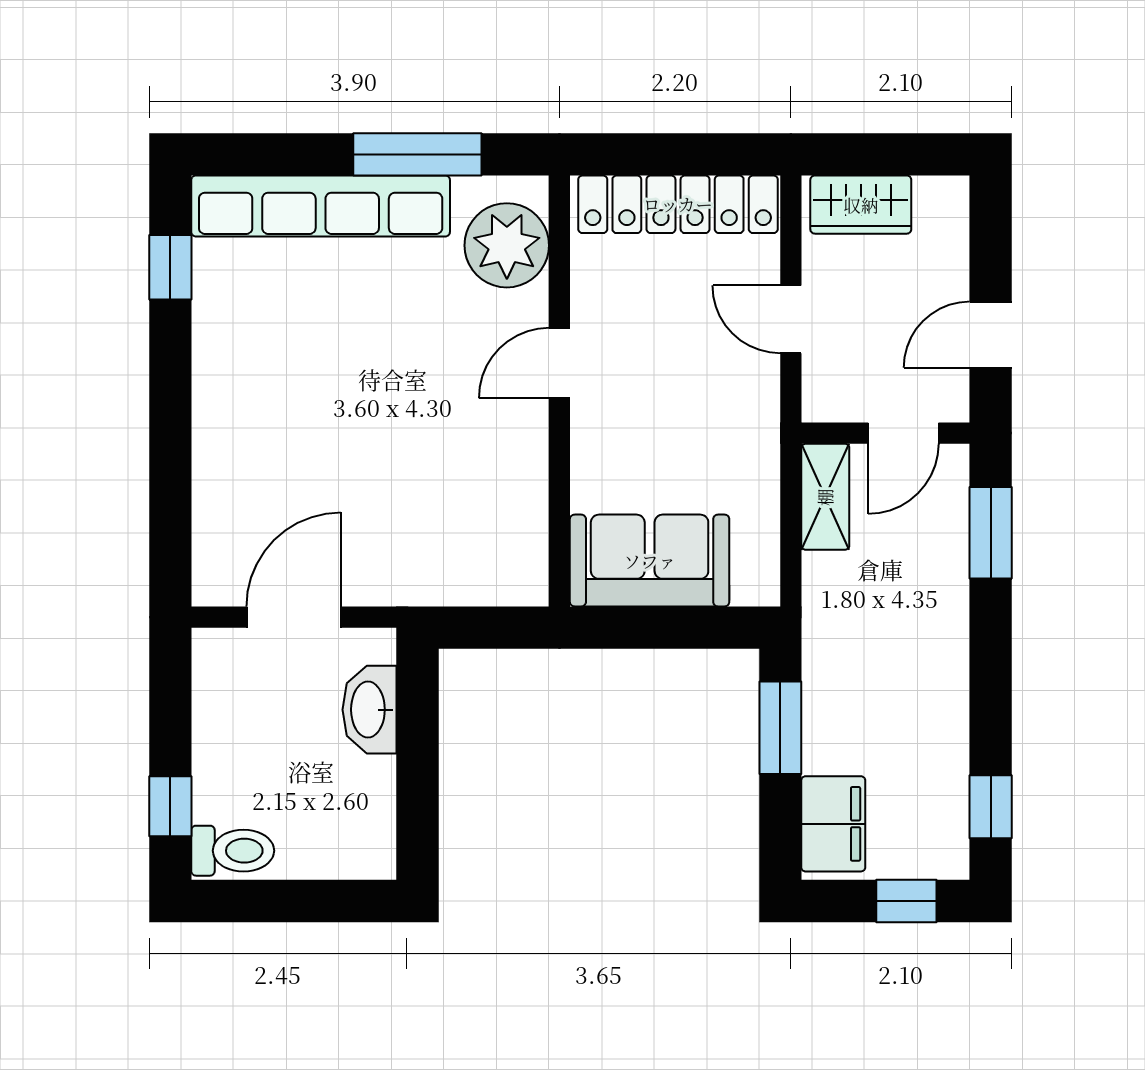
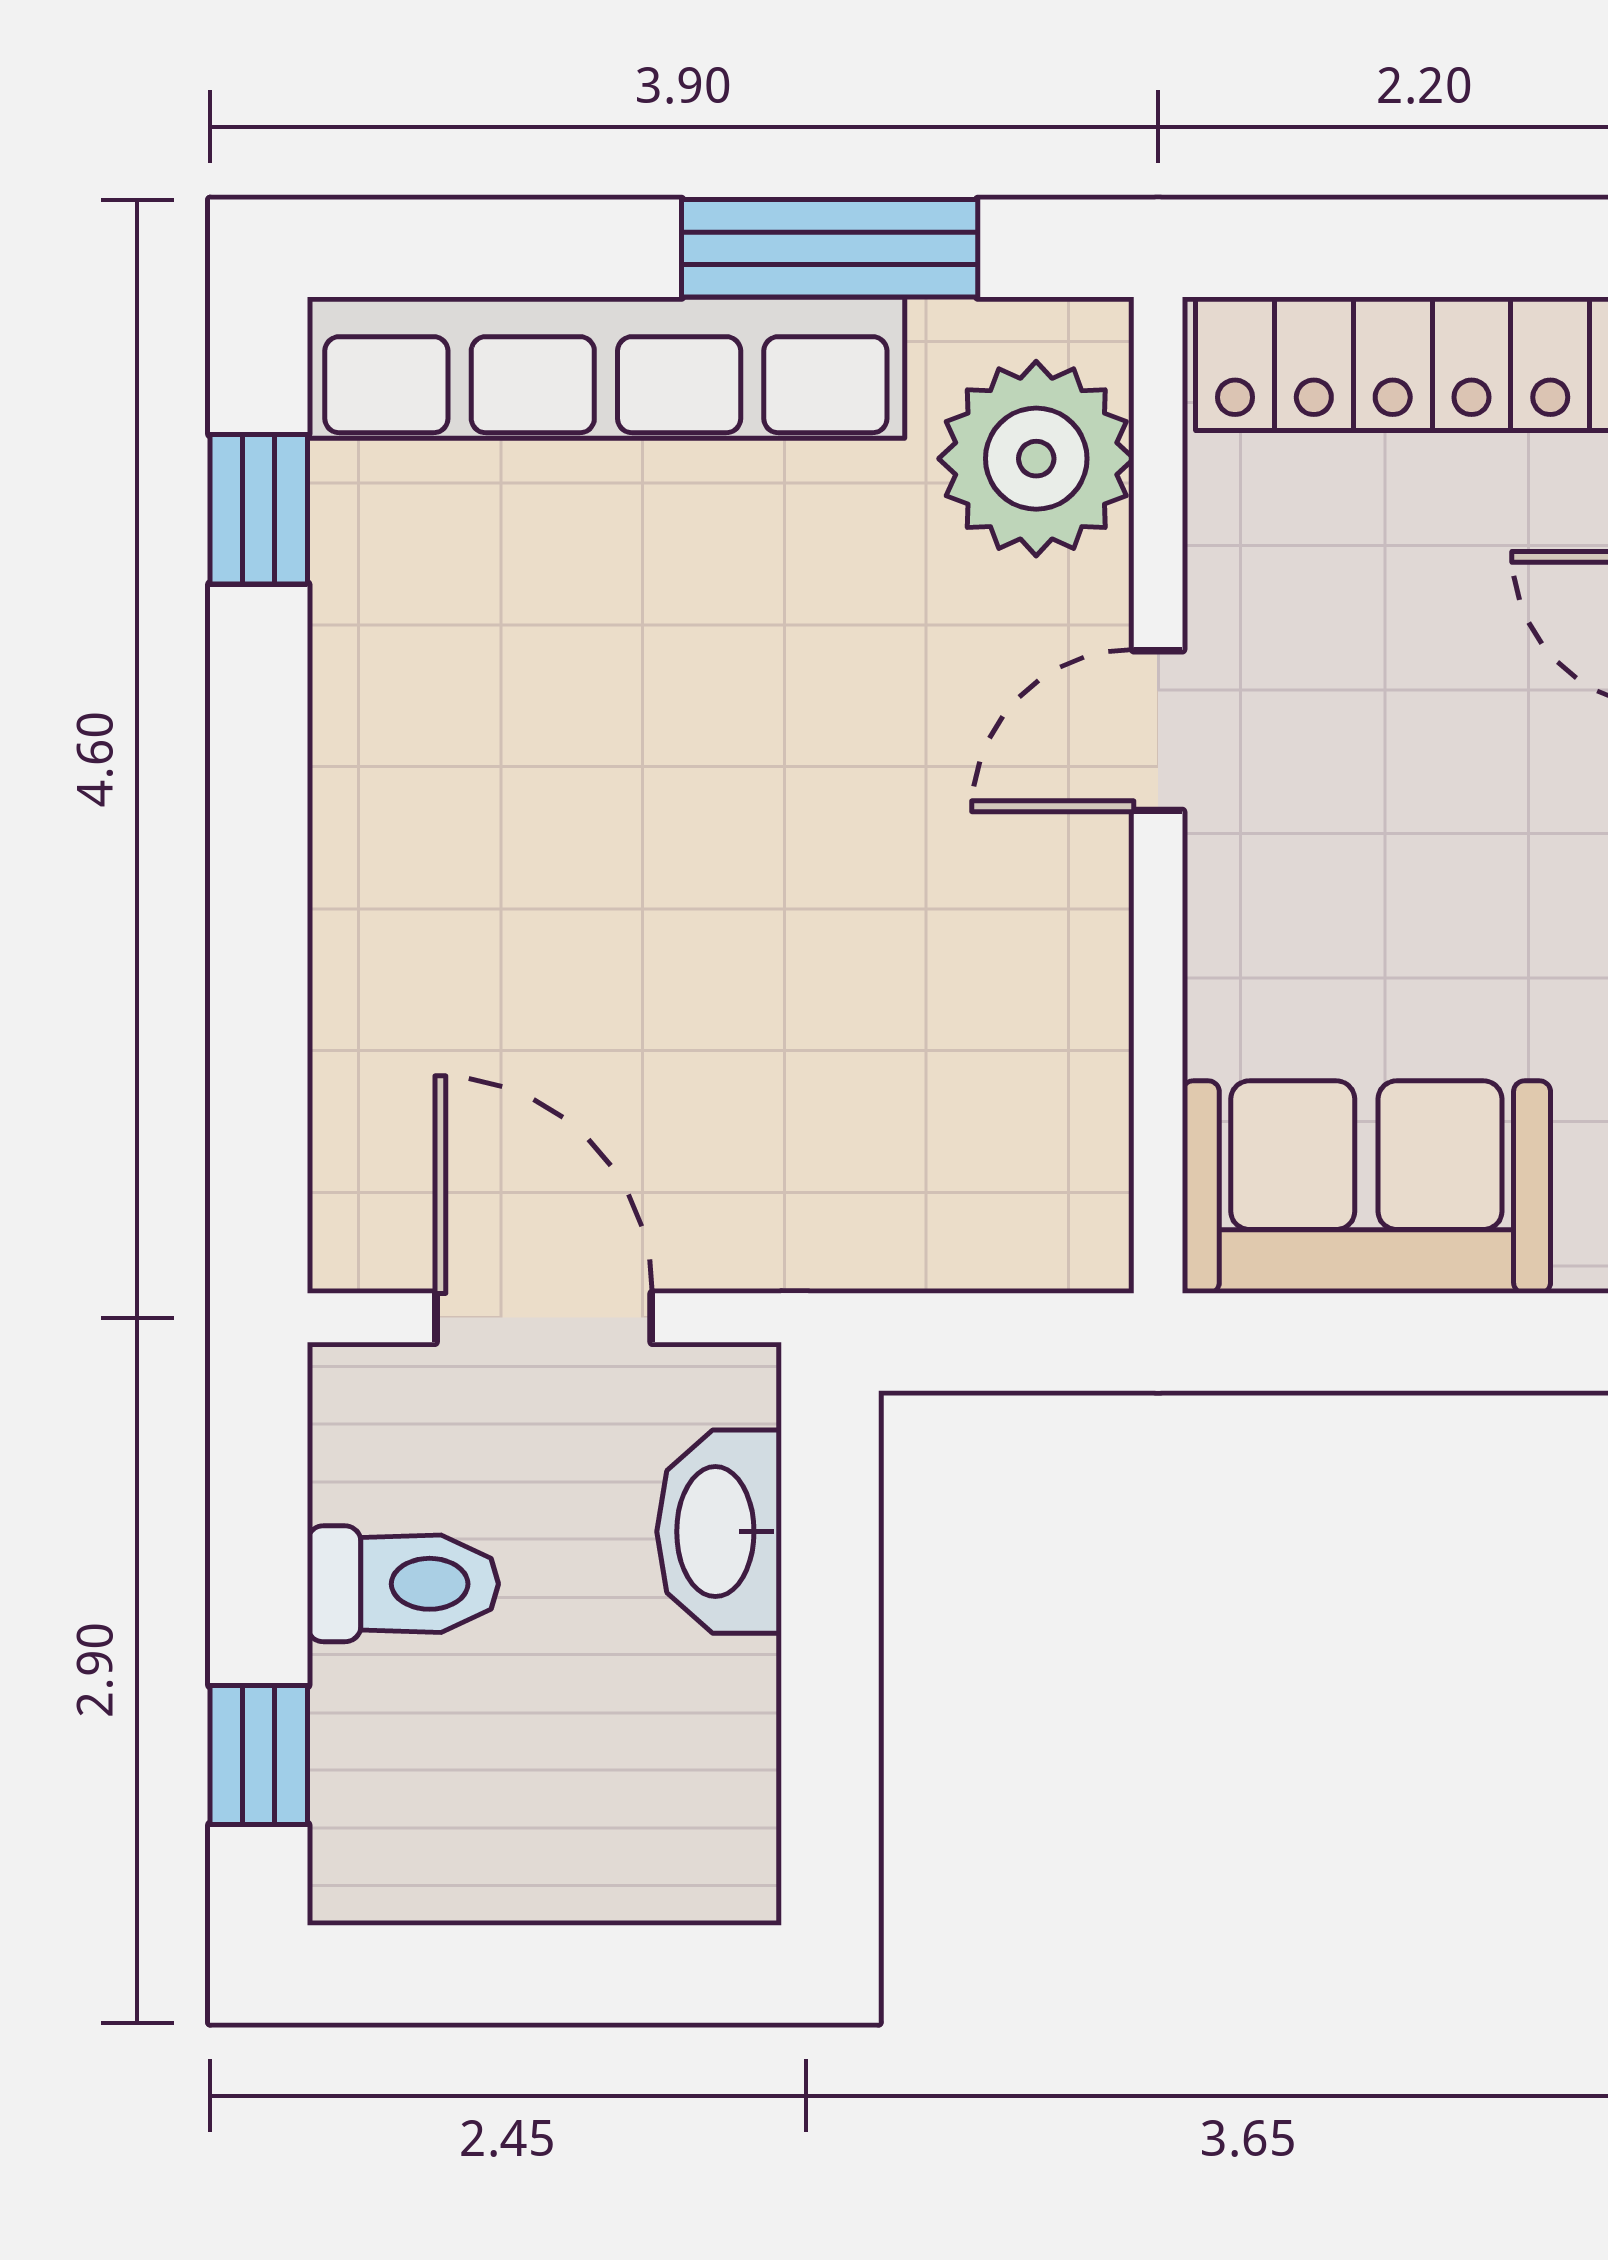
door: (294, 617) -> (544, 1318), hinge flipped
toilet: (233, 851) -> (403, 1584), moved

